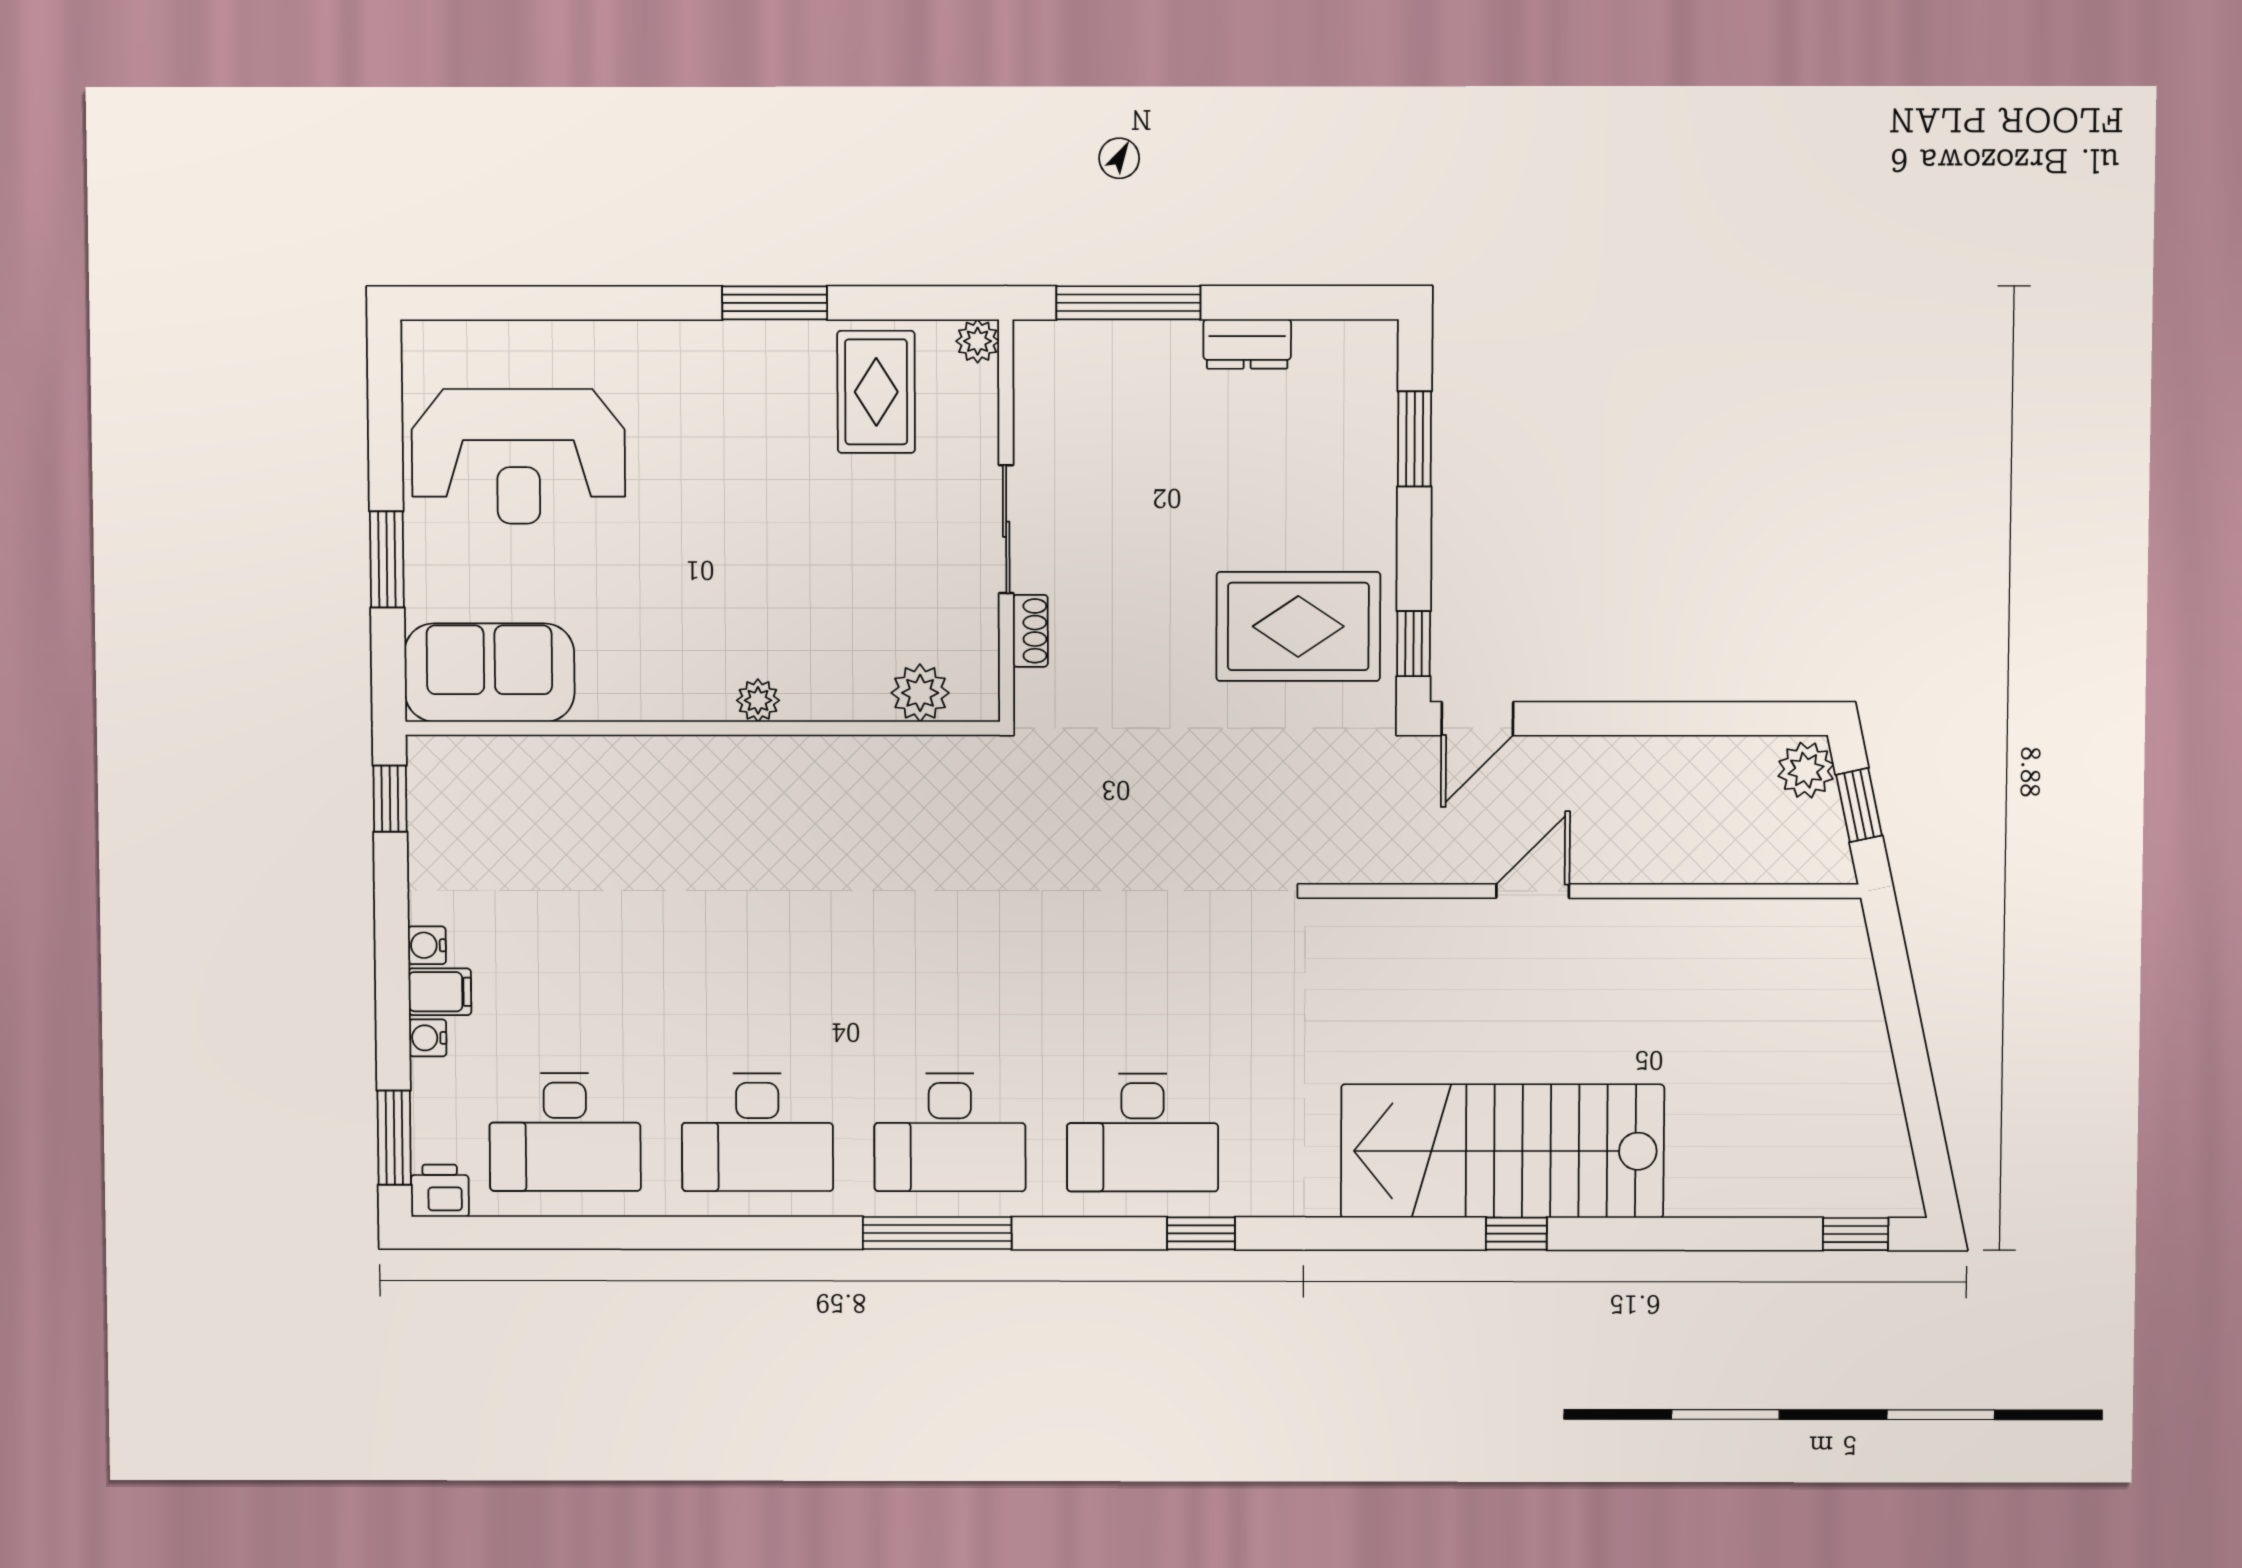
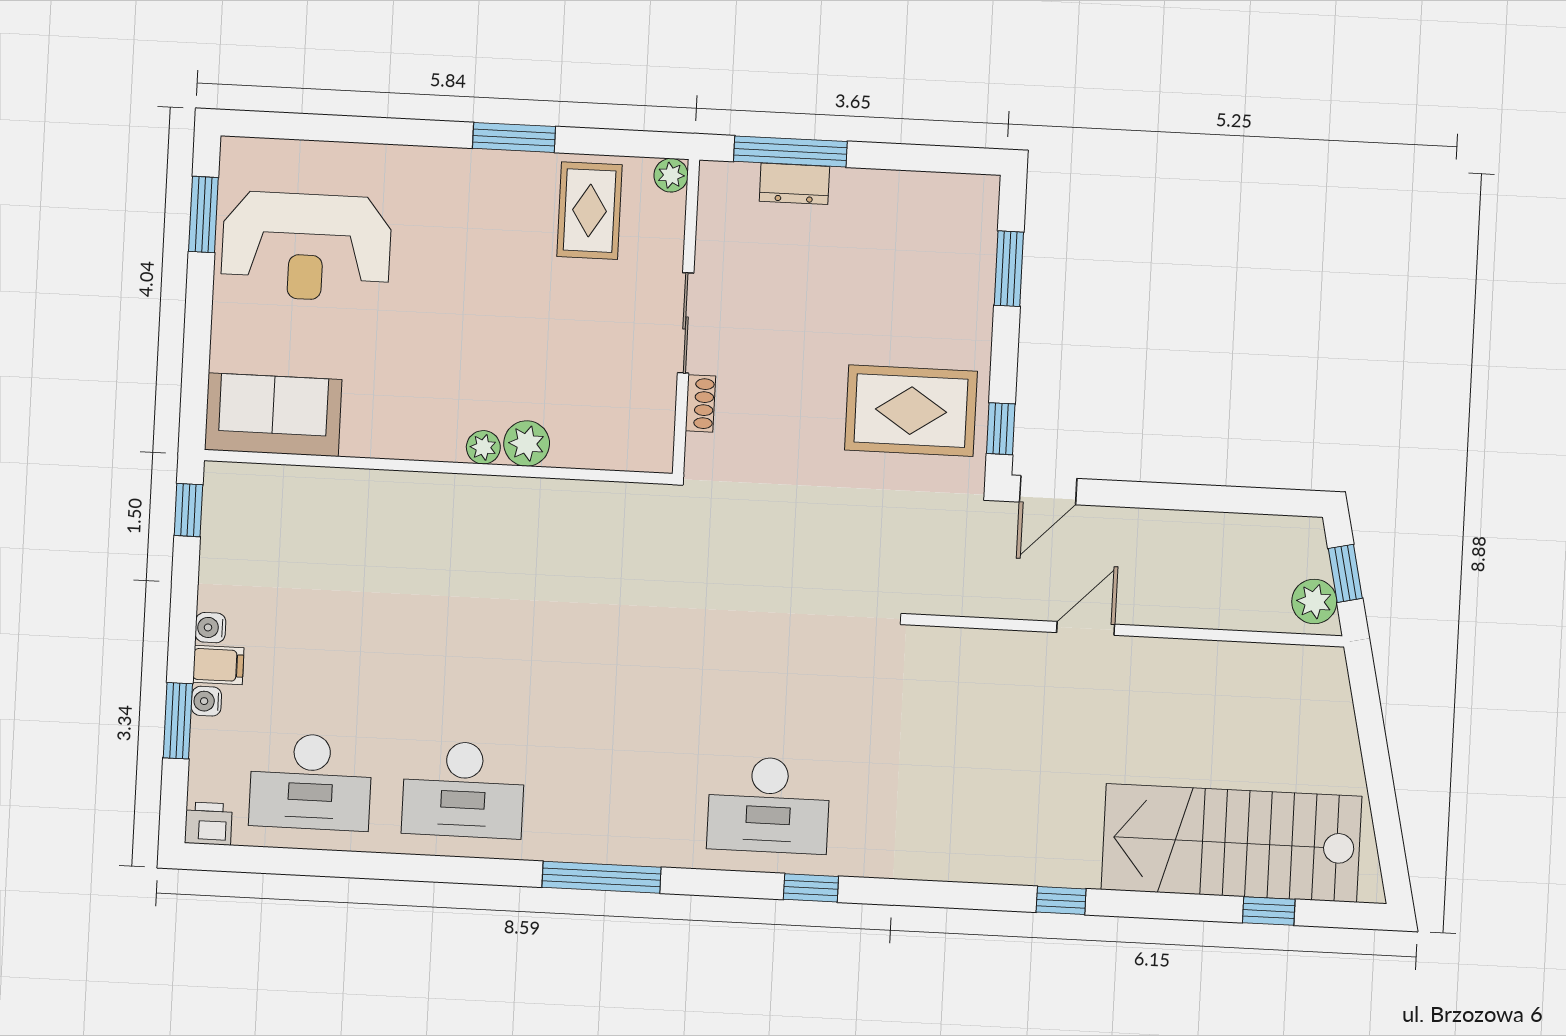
dresser: (1247, 344) -> (794, 184), moved
window: (387, 559) -> (203, 215), moved
plant: (920, 693) -> (527, 444), moved
plant: (1806, 770) -> (1314, 601), moved
desk: (950, 1132) -> (616, 797), removed
window: (394, 1138) -> (178, 721), moved
stairs: (1502, 1151) -> (1231, 843), moved
window: (1856, 1234) -> (1269, 911), moved

